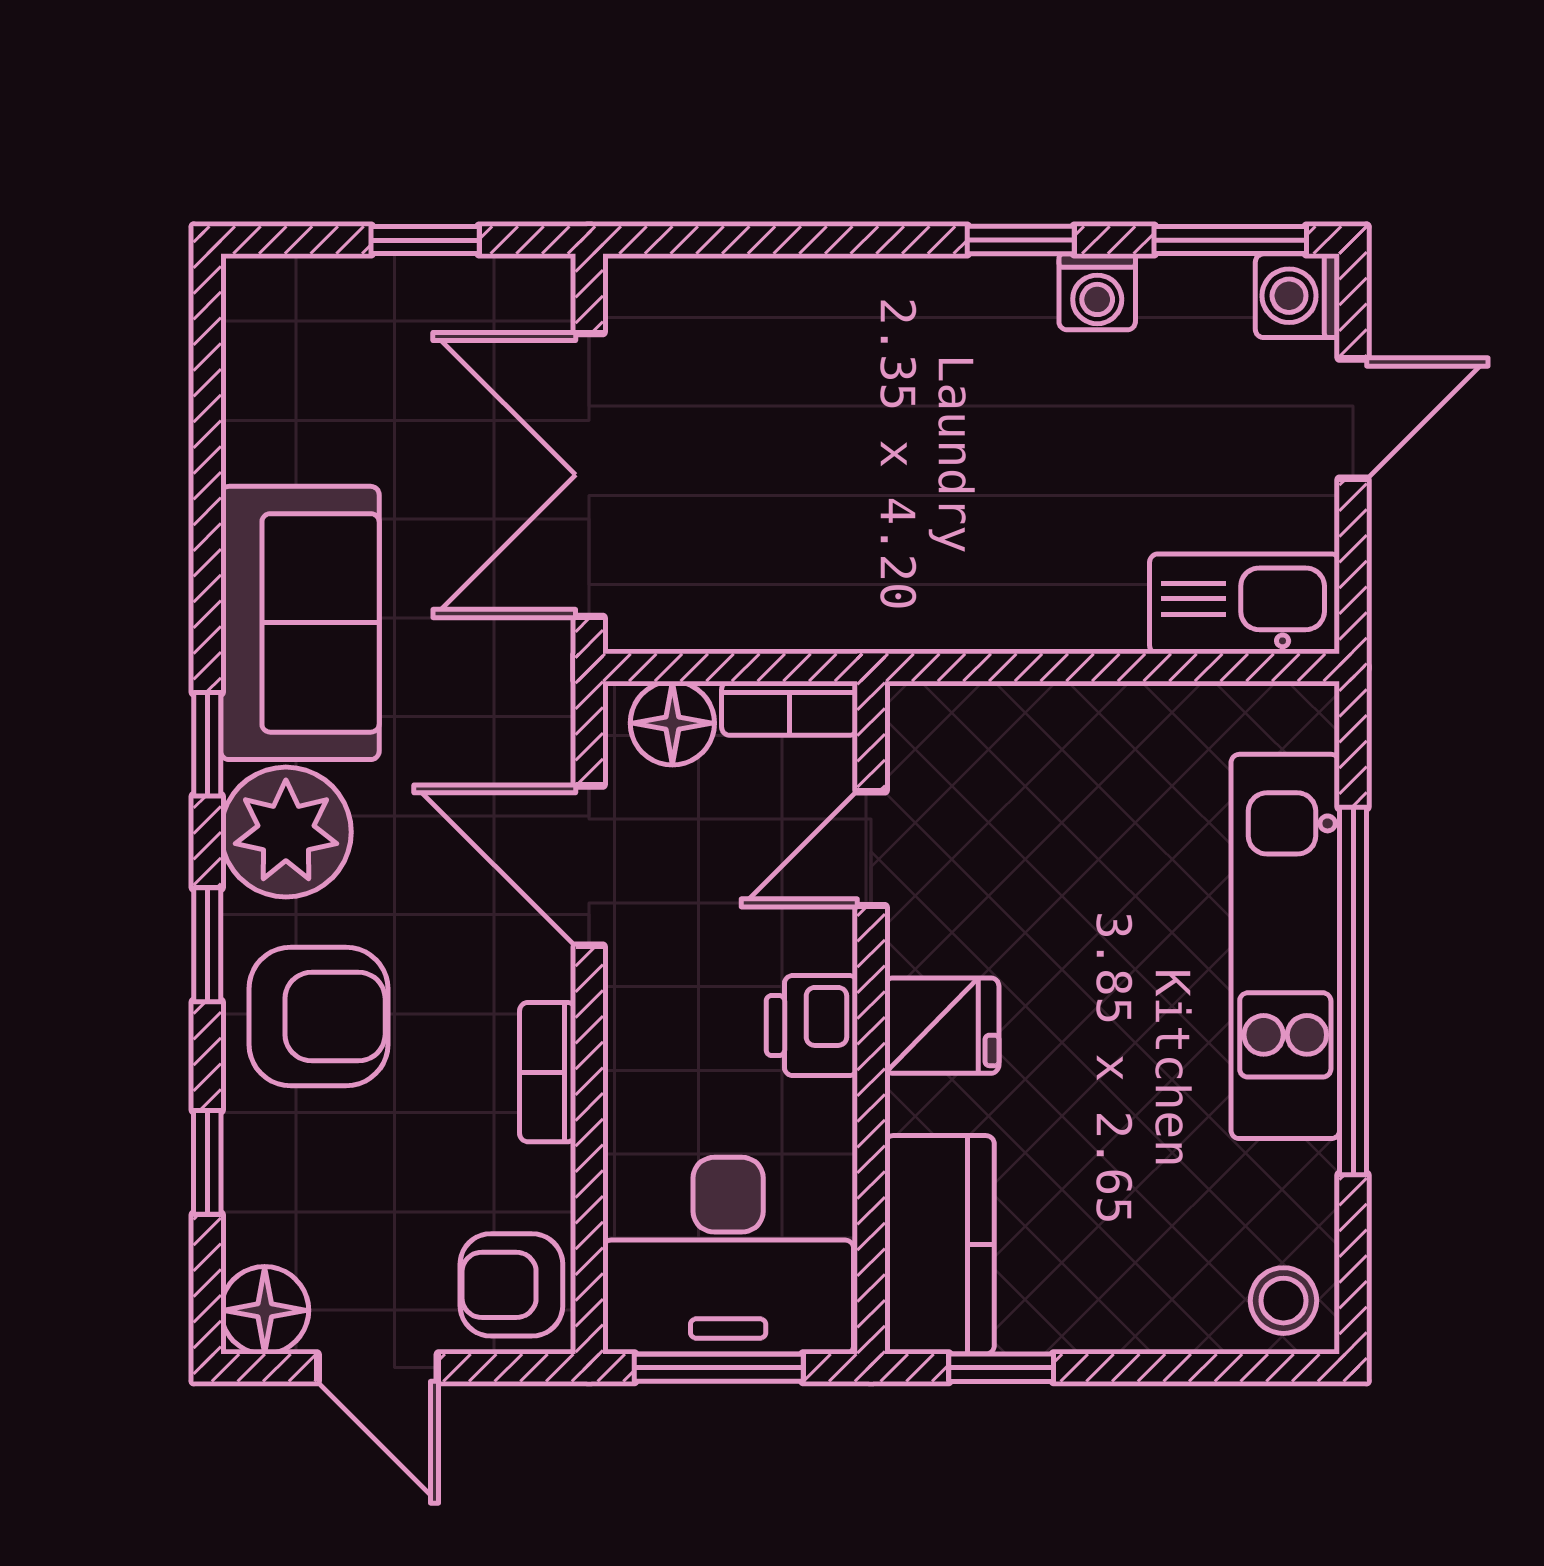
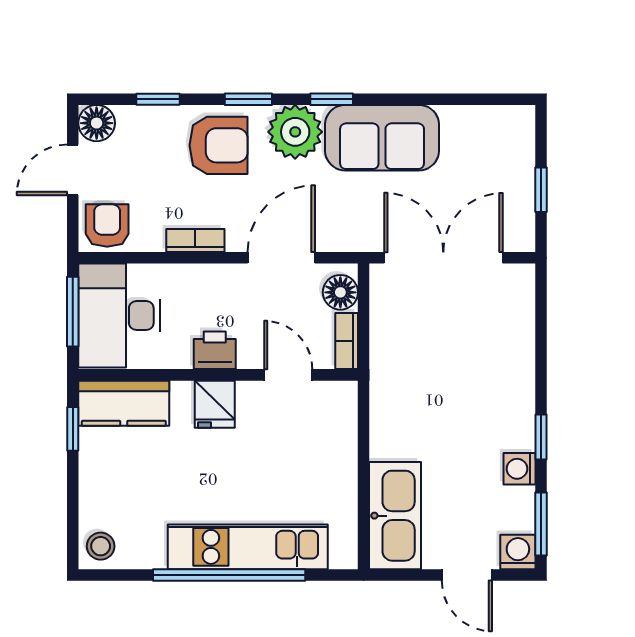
kitchen sink: (1245, 604) -> (395, 516), width x1.36, depth x1.24
armchair: (318, 1017) -> (219, 145), turned -90

